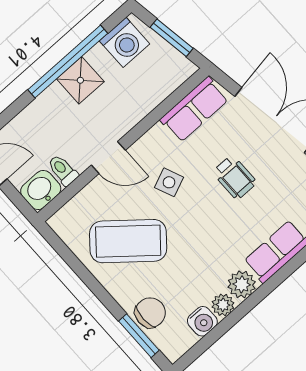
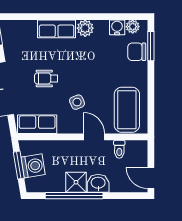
washing machine: (124, 42) -> (33, 166), moved, turned 81
wheelchair: (234, 177) -> (46, 78), turned -90
washbasin: (41, 190) -> (98, 183), moved, turned 180
coffee table: (128, 241) -> (127, 110), moved, turned 50
plant: (223, 305) -> (133, 27), moved

